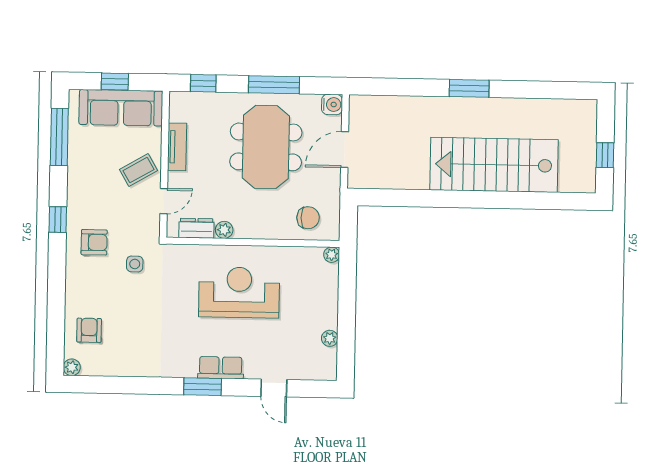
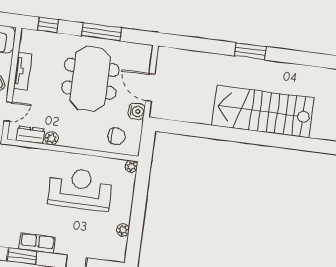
water cooler: (332, 104) -> (137, 111), moved
door: (345, 150) -> (150, 87), hinge flipped
reception desk: (239, 293) -> (80, 189), moved

